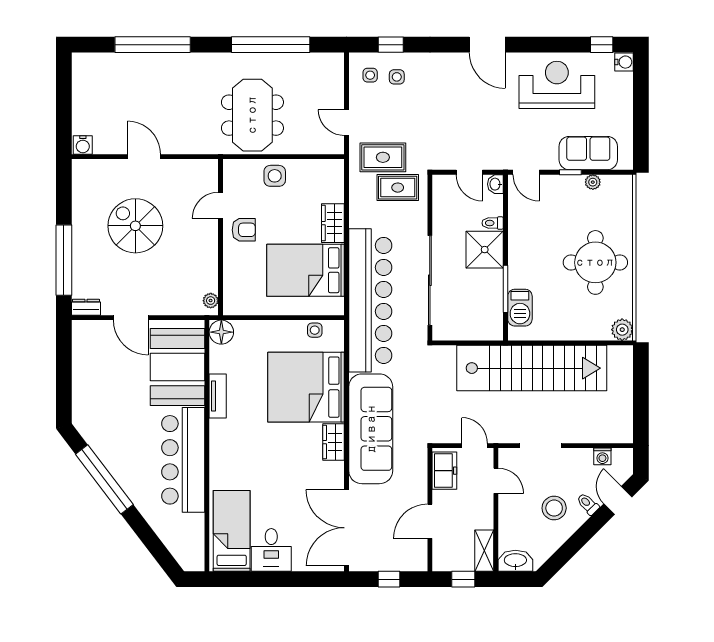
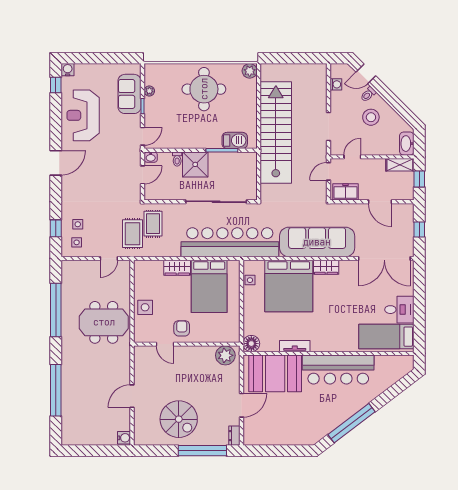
spiral stairs: (135, 226) -> (179, 419), moved, turned -90
plant: (211, 301) -> (225, 355), width x1.88, depth x1.88

